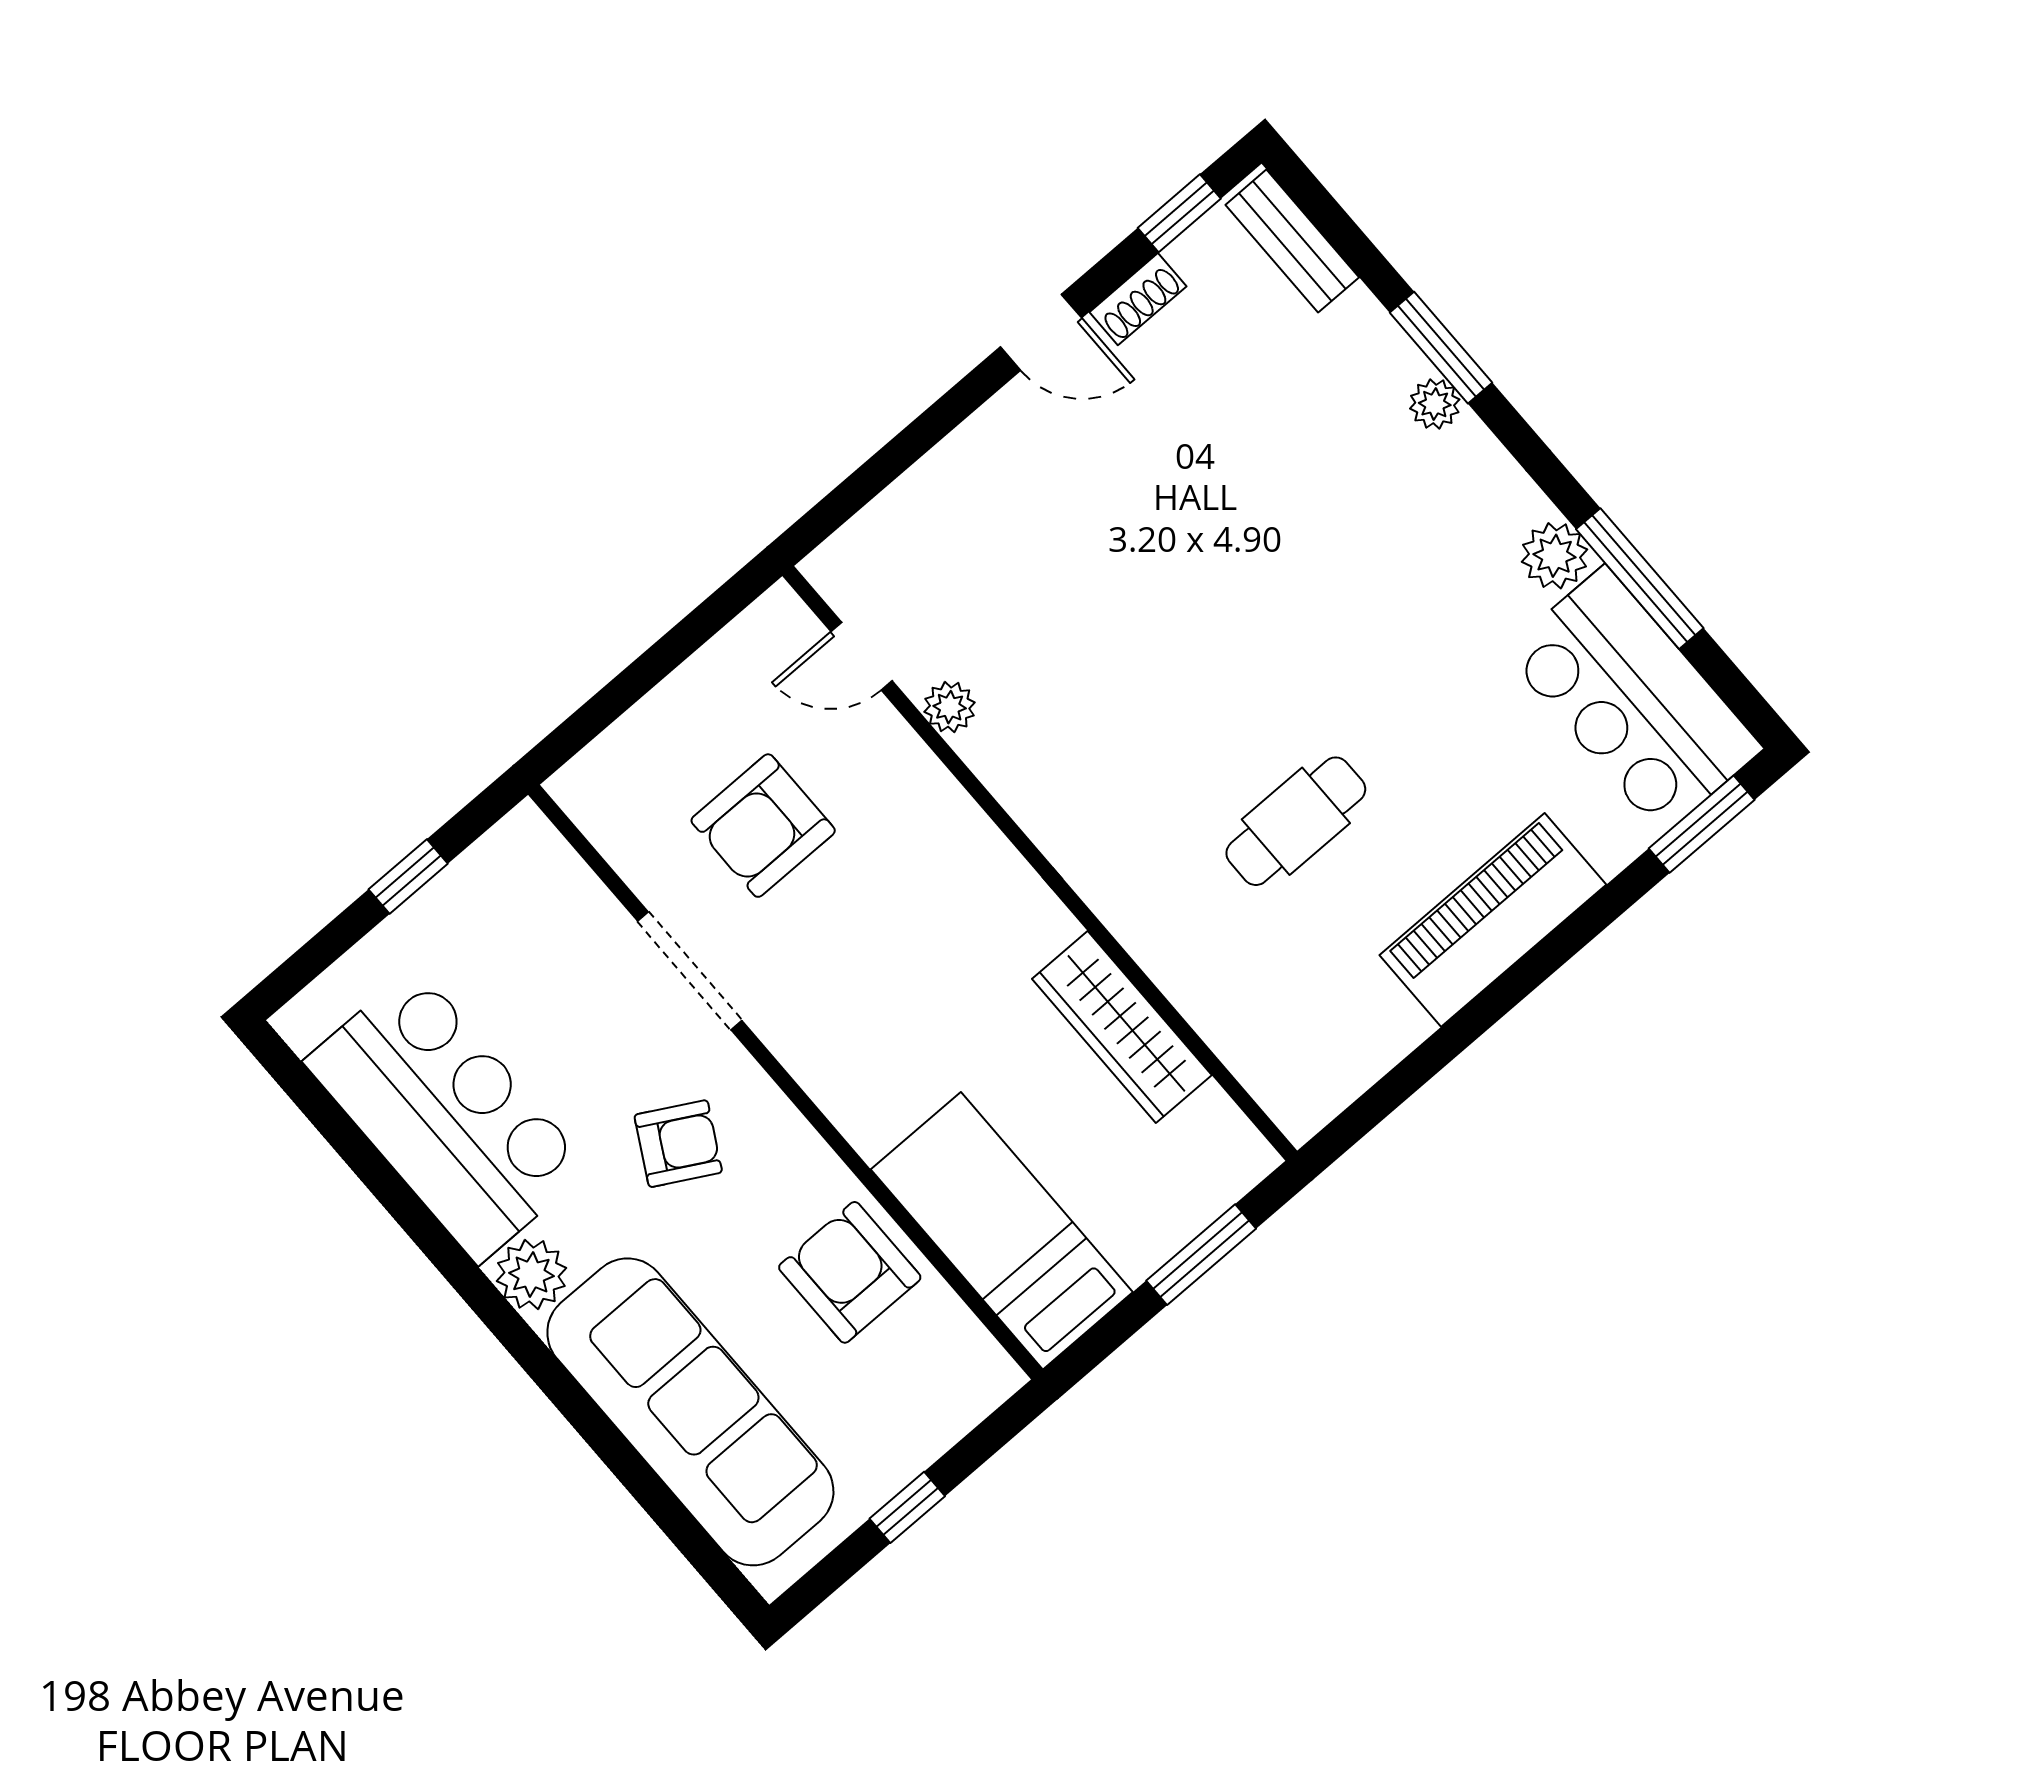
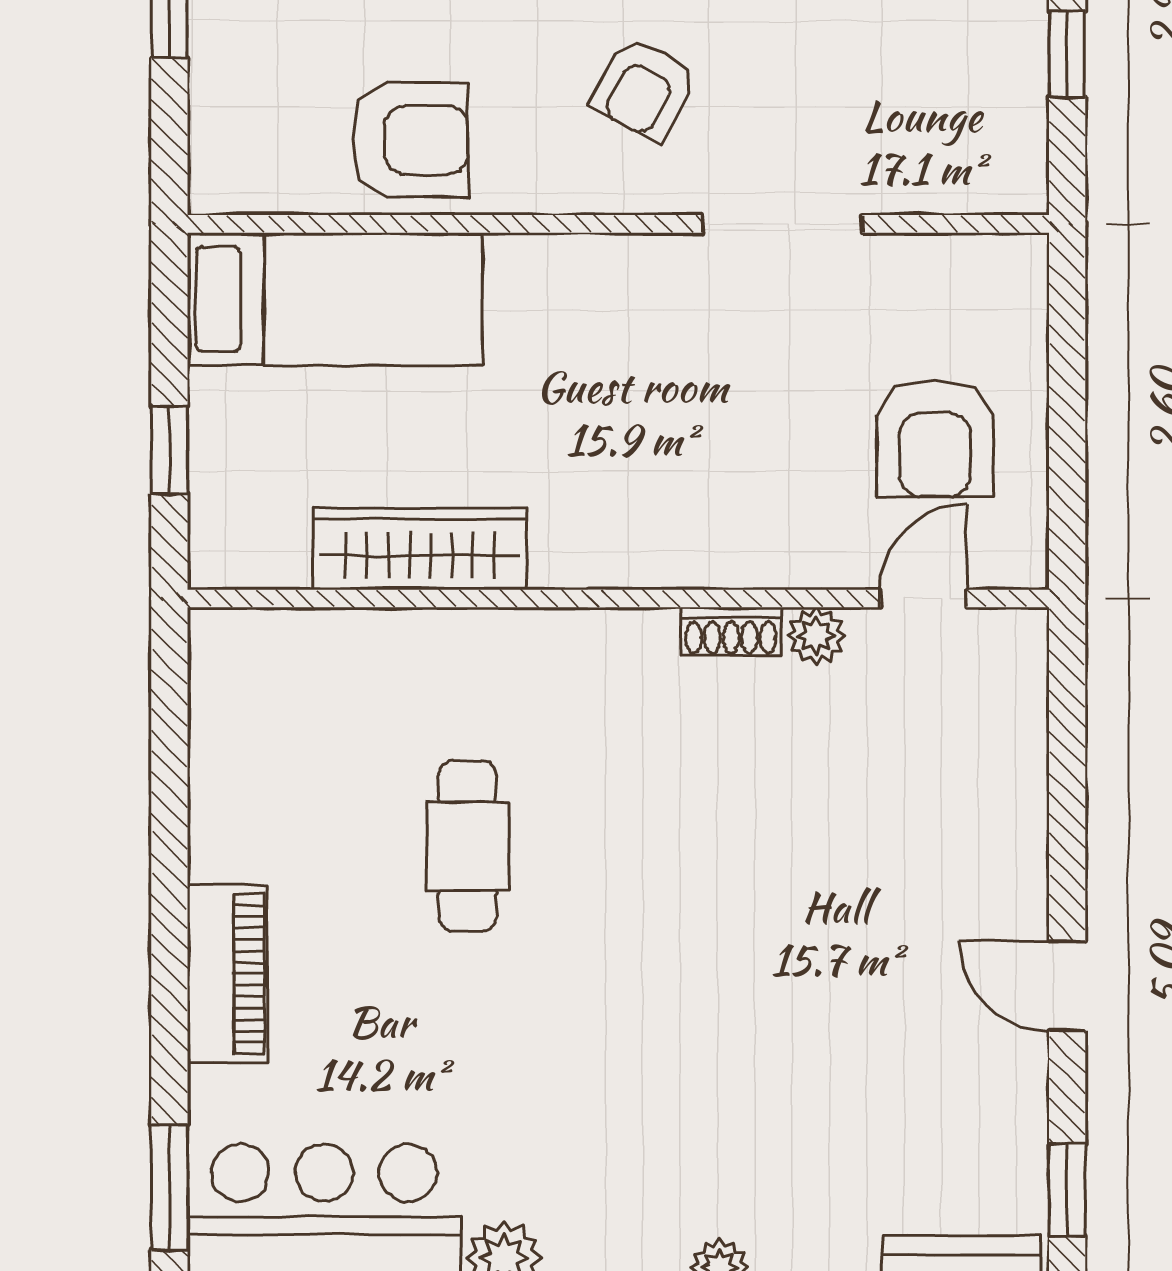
shoe rack: (1138, 299) -> (731, 632), moved, turned -90
door: (1041, 332) -> (1067, 986), hinge flipped
armchair: (763, 826) -> (935, 438), moved, turned 180
piano: (1493, 920) -> (227, 974), width x0.73, depth x0.75
window: (1201, 1255) -> (169, 450), width x0.67

